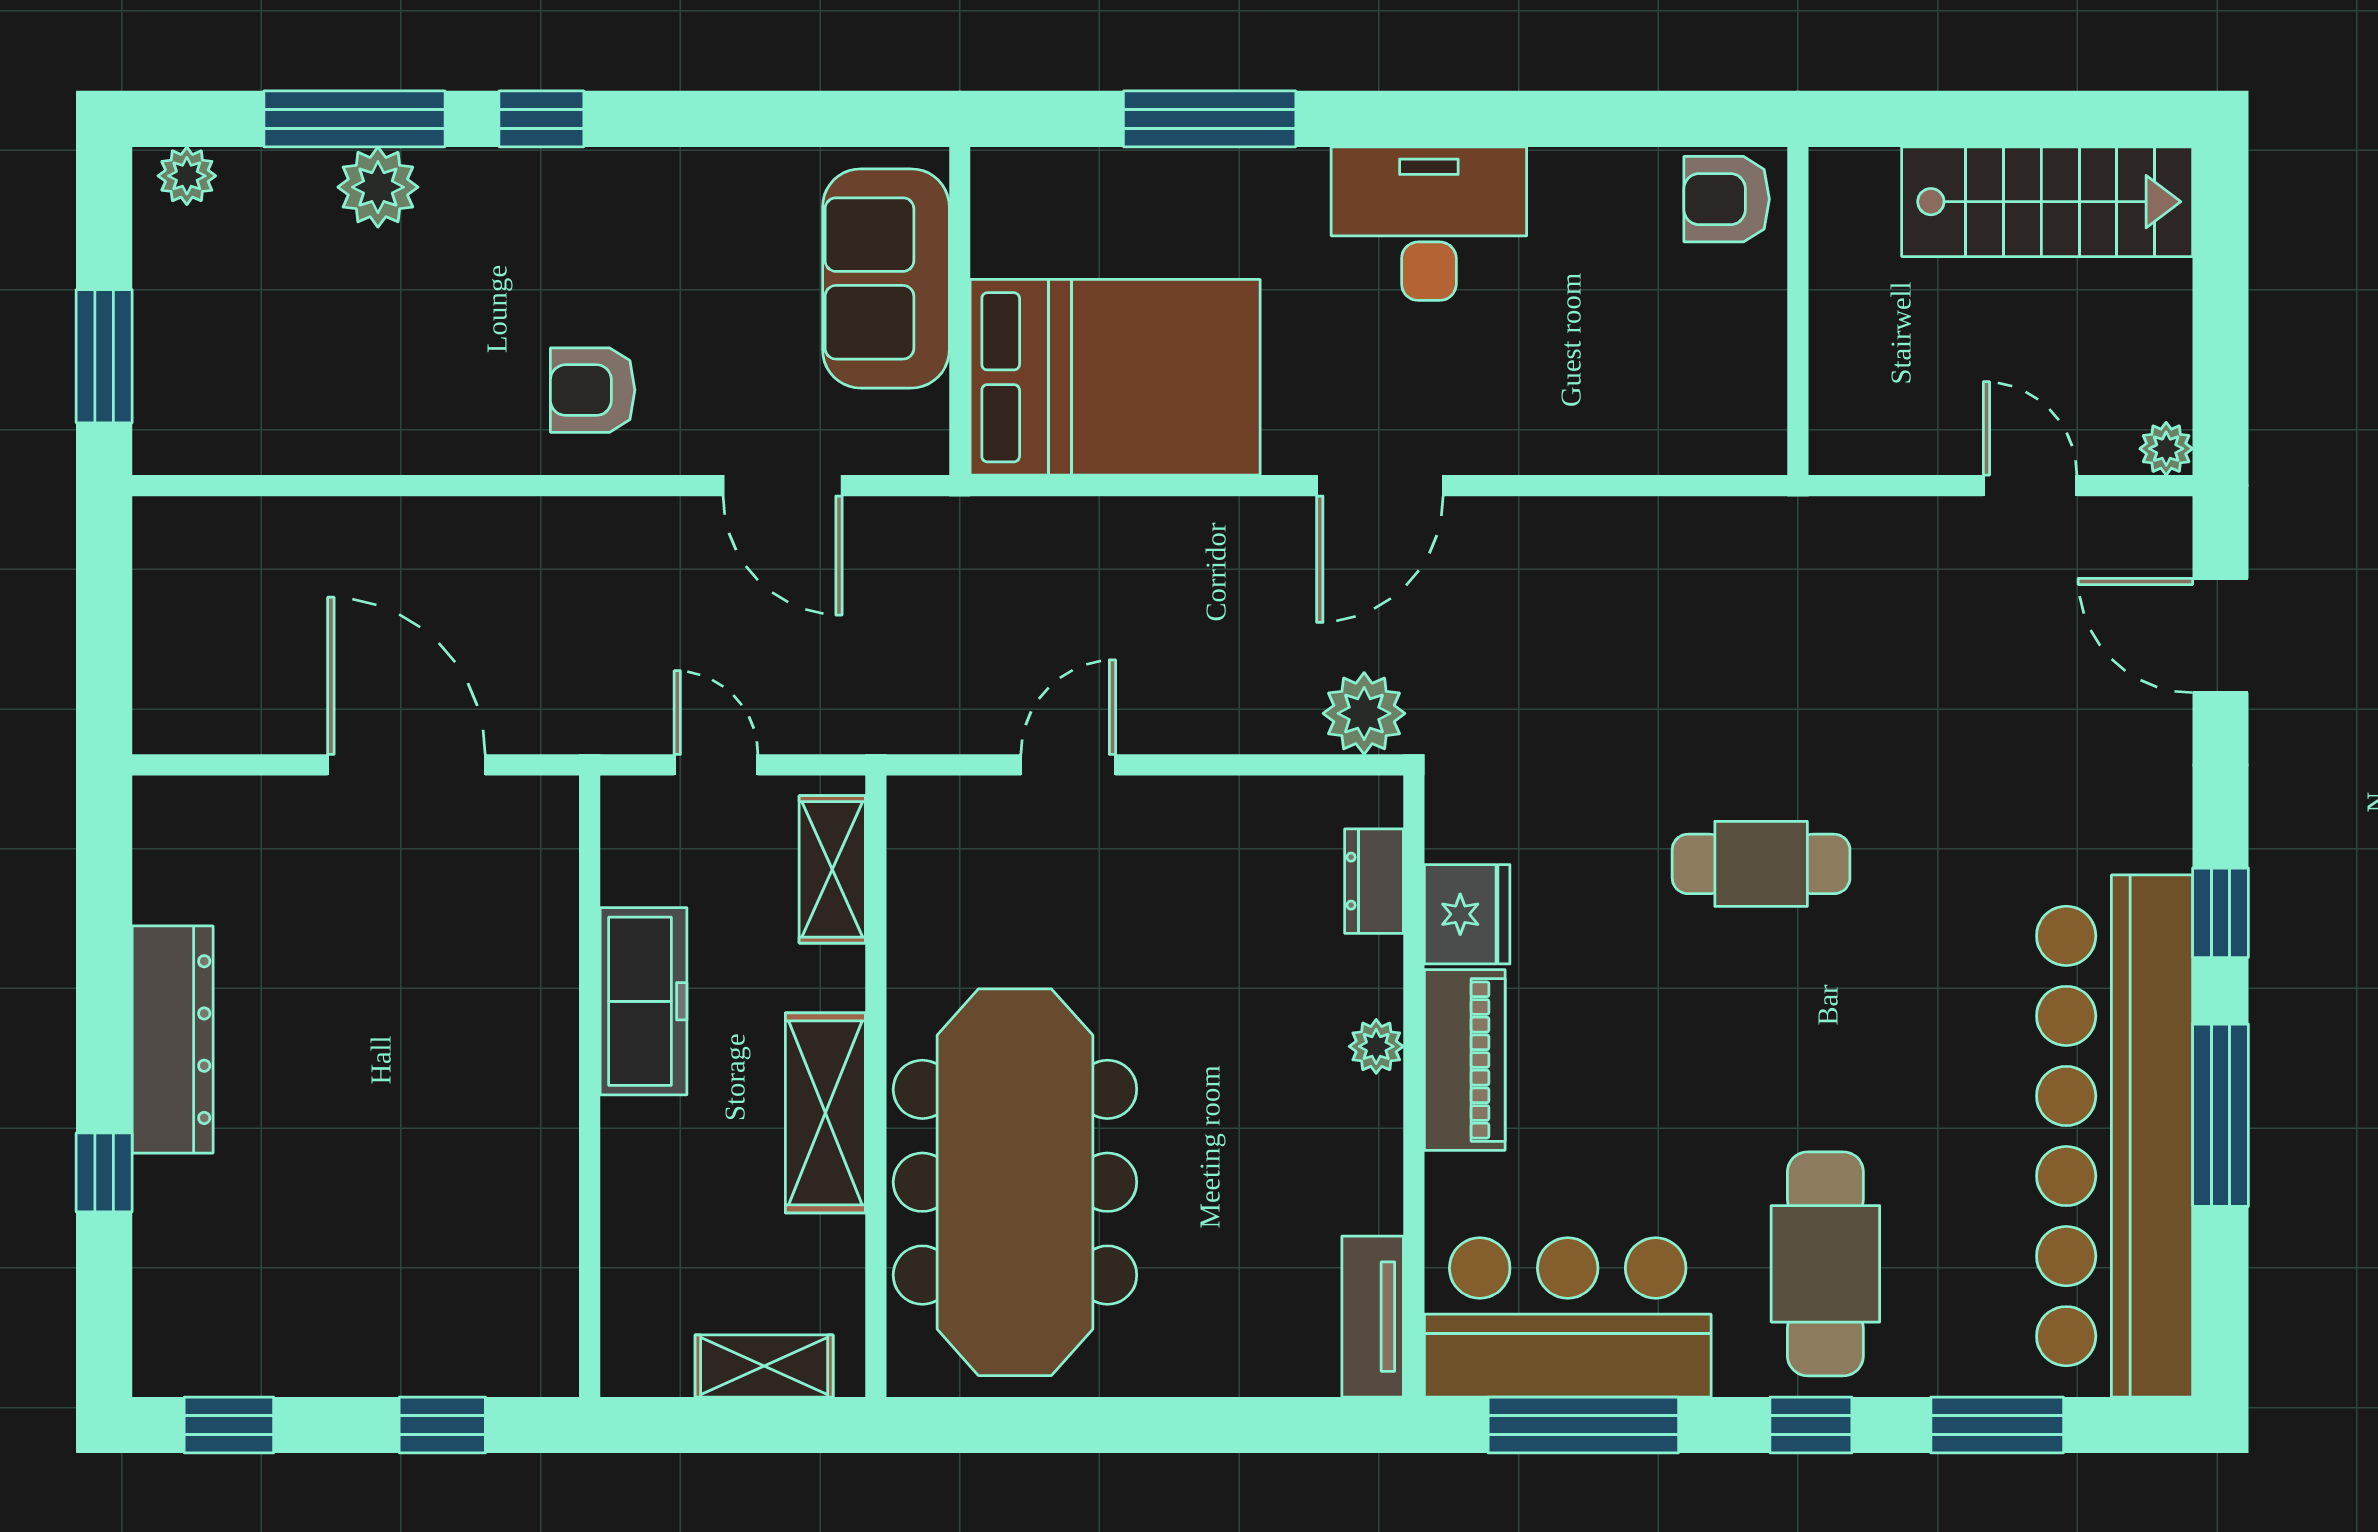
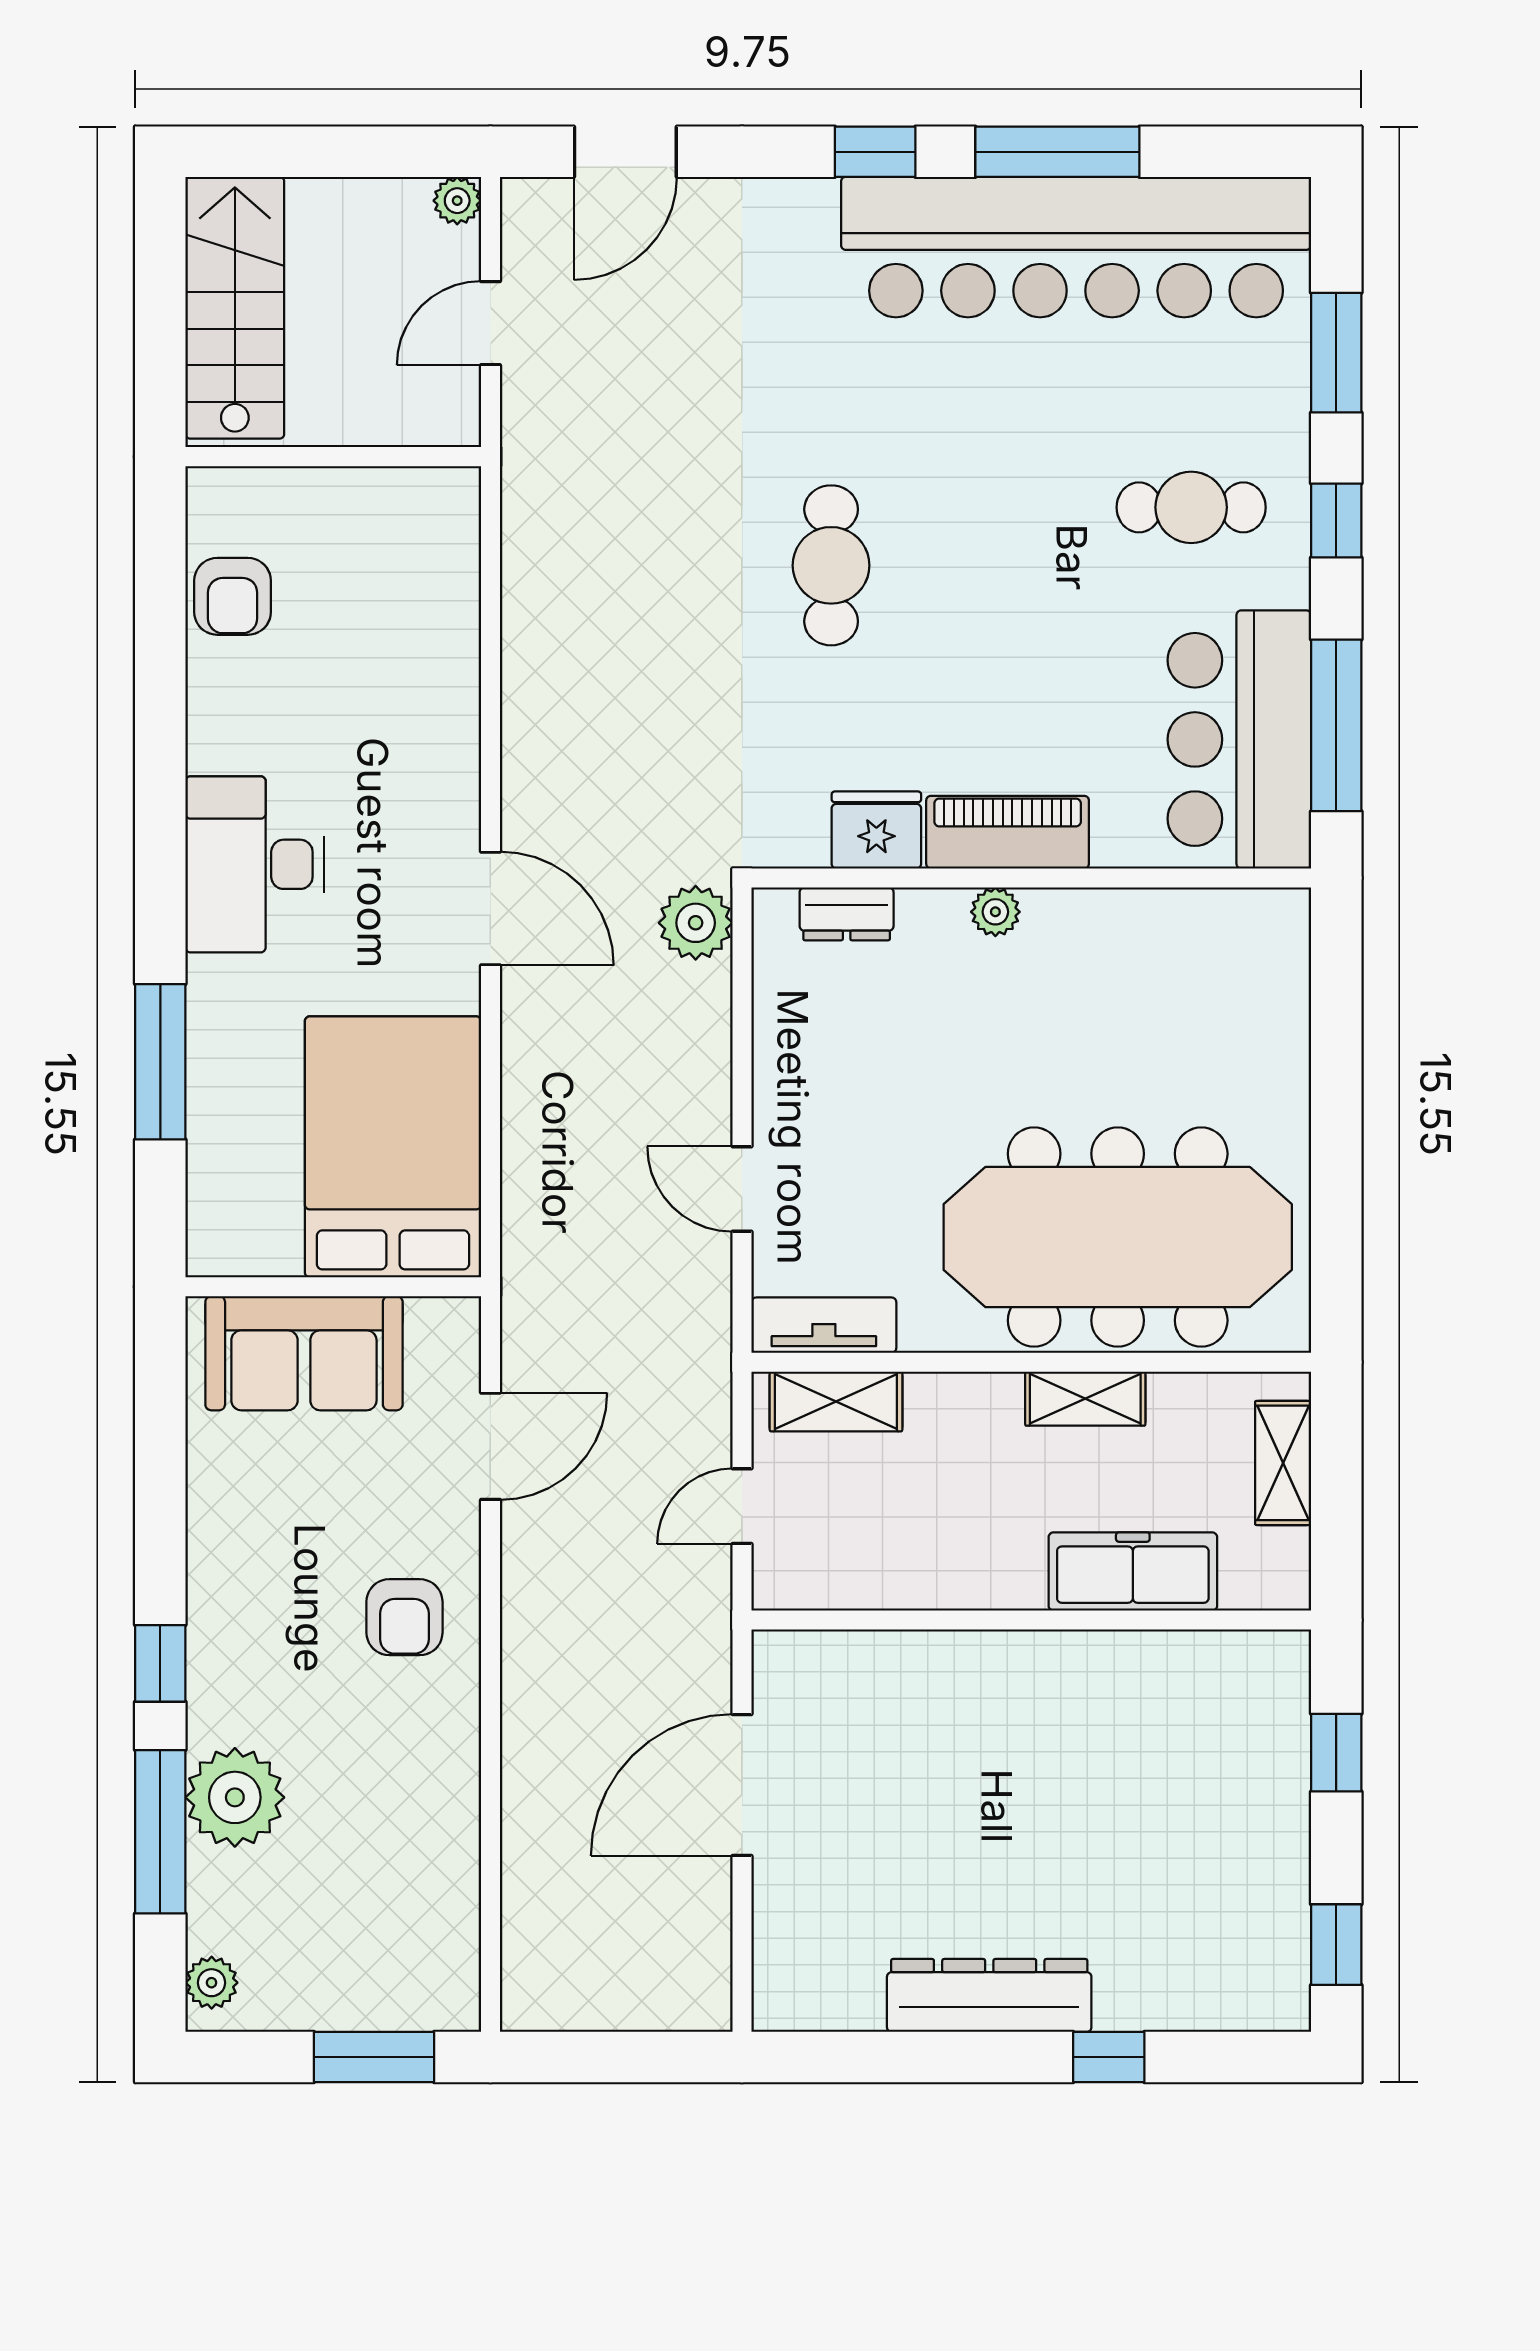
plant: (378, 187) -> (235, 1797), width x1.36, depth x1.36
wall: (1798, 311) -> (333, 457), moved
freezer: (643, 1001) -> (1133, 1571), moved
shelving: (825, 1113) -> (1085, 1399), width x0.67, depth x0.75
cafe table: (1825, 1264) -> (1191, 507), width x0.73, depth x0.74
tv unit: (1373, 1317) -> (824, 1325), moved, turned 180

